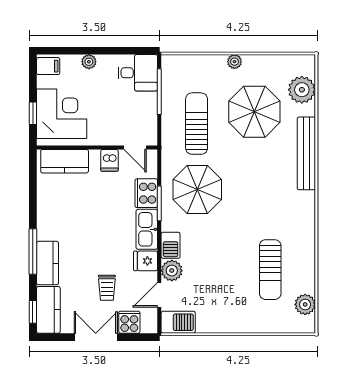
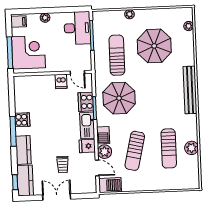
plant: (234, 62) -> (129, 14), moved
desk: (138, 73) -> (77, 28), width x1.37
plant: (302, 90) -> (189, 26), width x0.53, depth x0.53
window: (33, 113) -> (10, 53), width x2.17
bench: (306, 153) -> (190, 90), moved
kitchen counter: (65, 161) -> (32, 83), removed
window: (33, 251) -> (13, 131), moved
sun lounger: (218, 271) -> (135, 151), added
door: (159, 295) -> (97, 168), swing flipped
plant: (305, 304) -> (191, 148), moved
cooker: (129, 322) -> (22, 120), moved, turned 90

